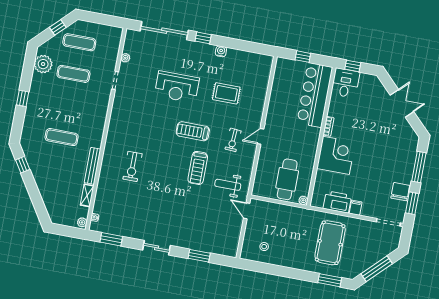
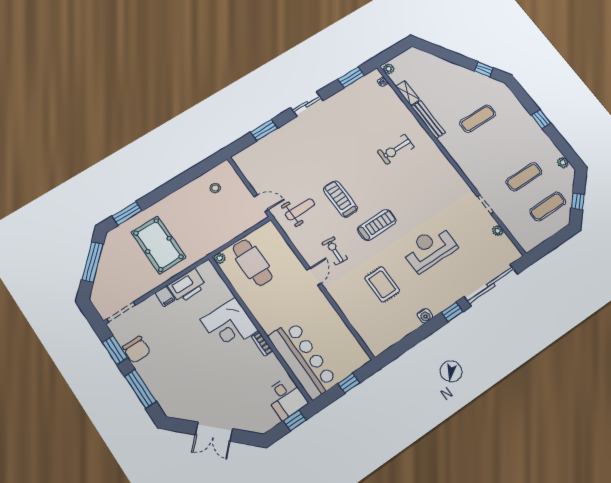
plant: (43, 64) -> (563, 162), width x0.53, depth x0.53
rug: (226, 93) -> (382, 284), turned 90
exercise bike: (132, 166) -> (396, 149), turned -90

